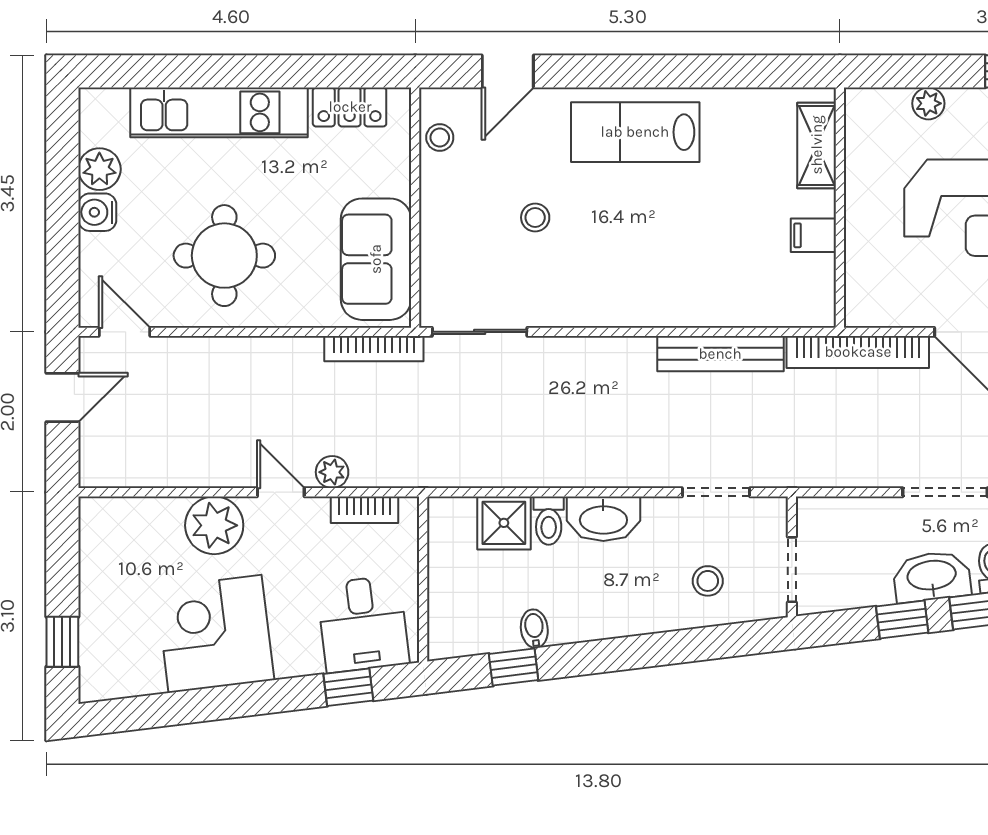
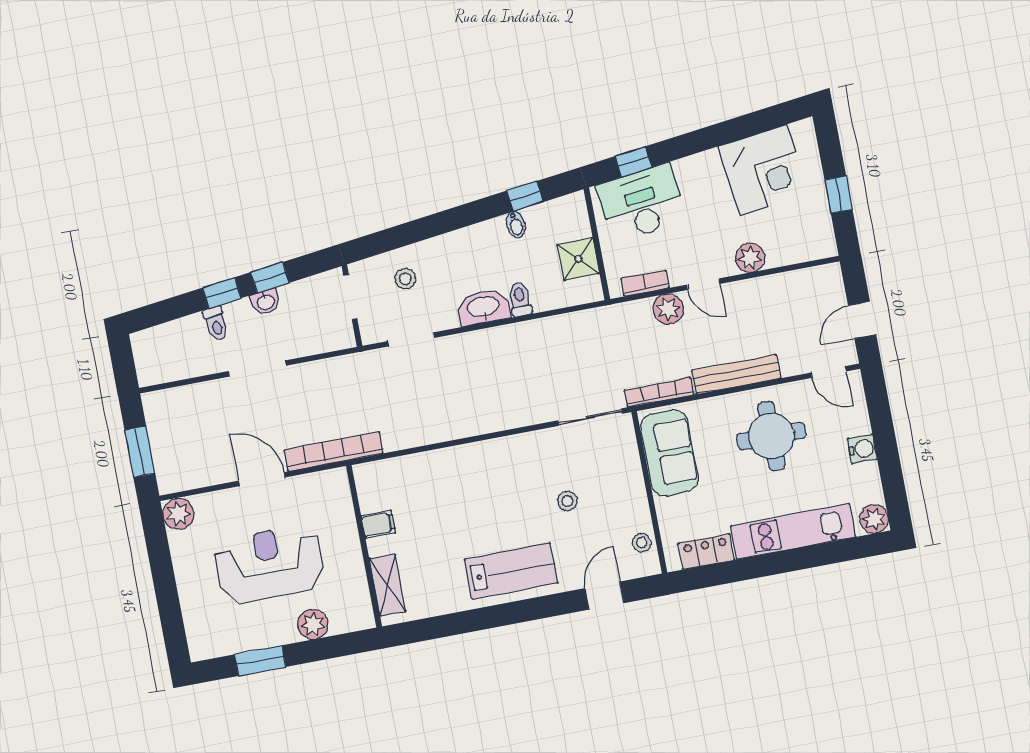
plant: (928, 103) -> (313, 624), width x1.38, depth x1.38
plant: (99, 169) -> (874, 519), moved
bench: (720, 354) -> (736, 374), moved
plant: (332, 472) -> (668, 309), width x1.38, depth x1.38
shower: (504, 523) -> (578, 259), moved
plant: (214, 525) -> (750, 258), width x0.73, depth x0.73
washbasin: (932, 576) -> (266, 302), width x0.52, depth x0.69
desk: (363, 624) -> (642, 203), width x1.37
corner desk: (215, 634) -> (763, 170), moved
window: (62, 642) -> (838, 195), moved

